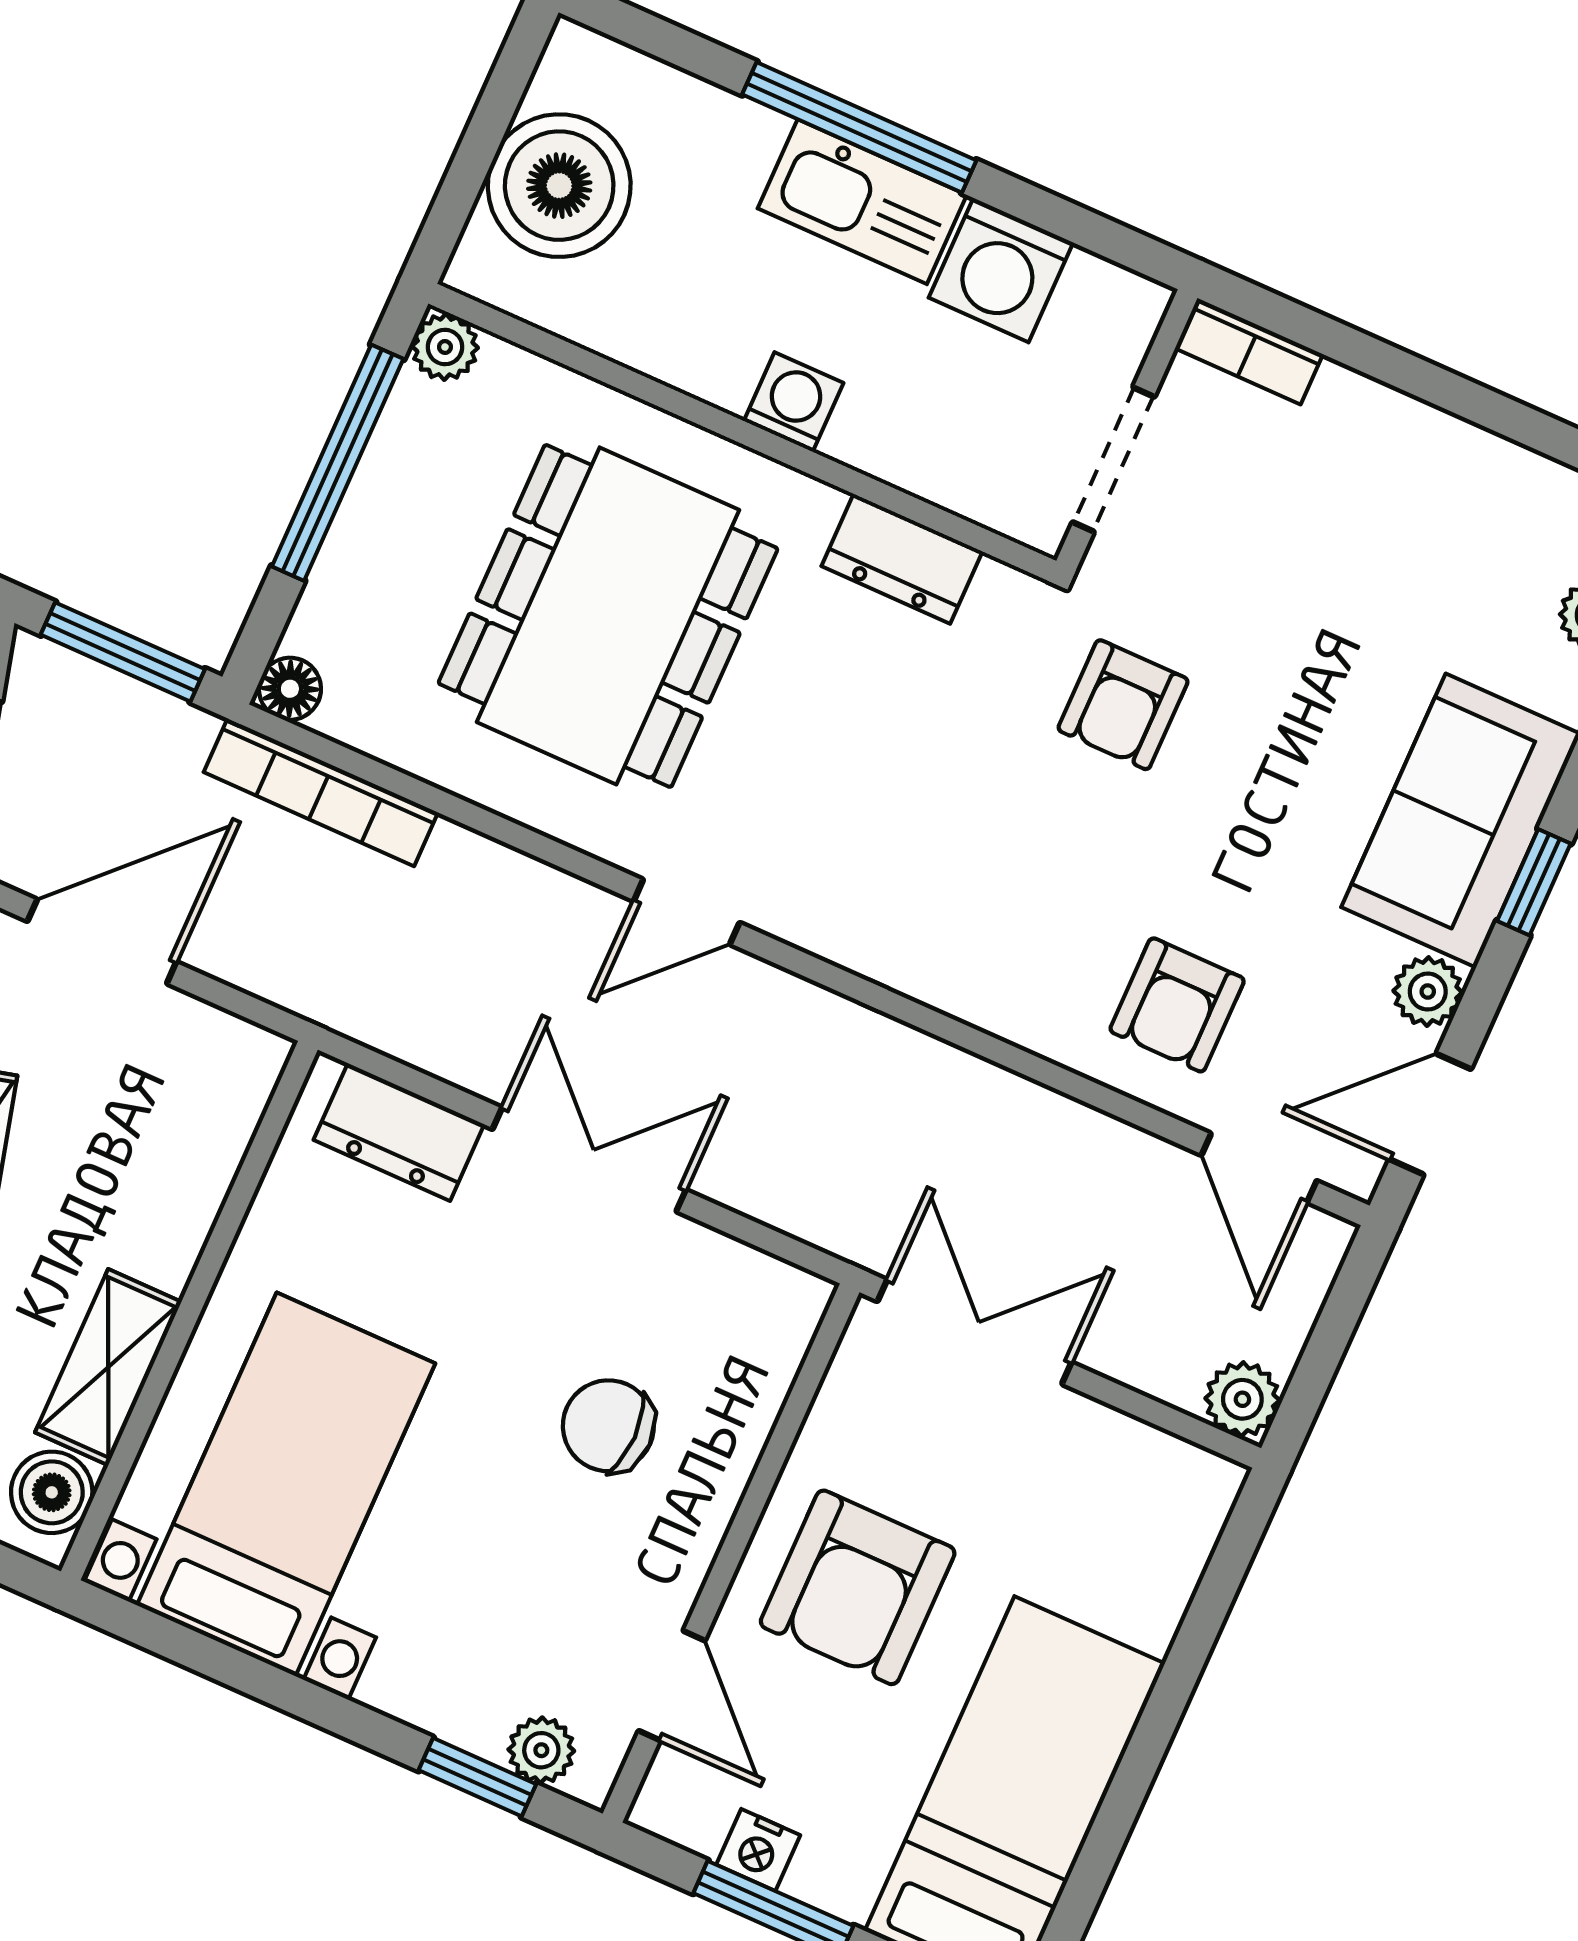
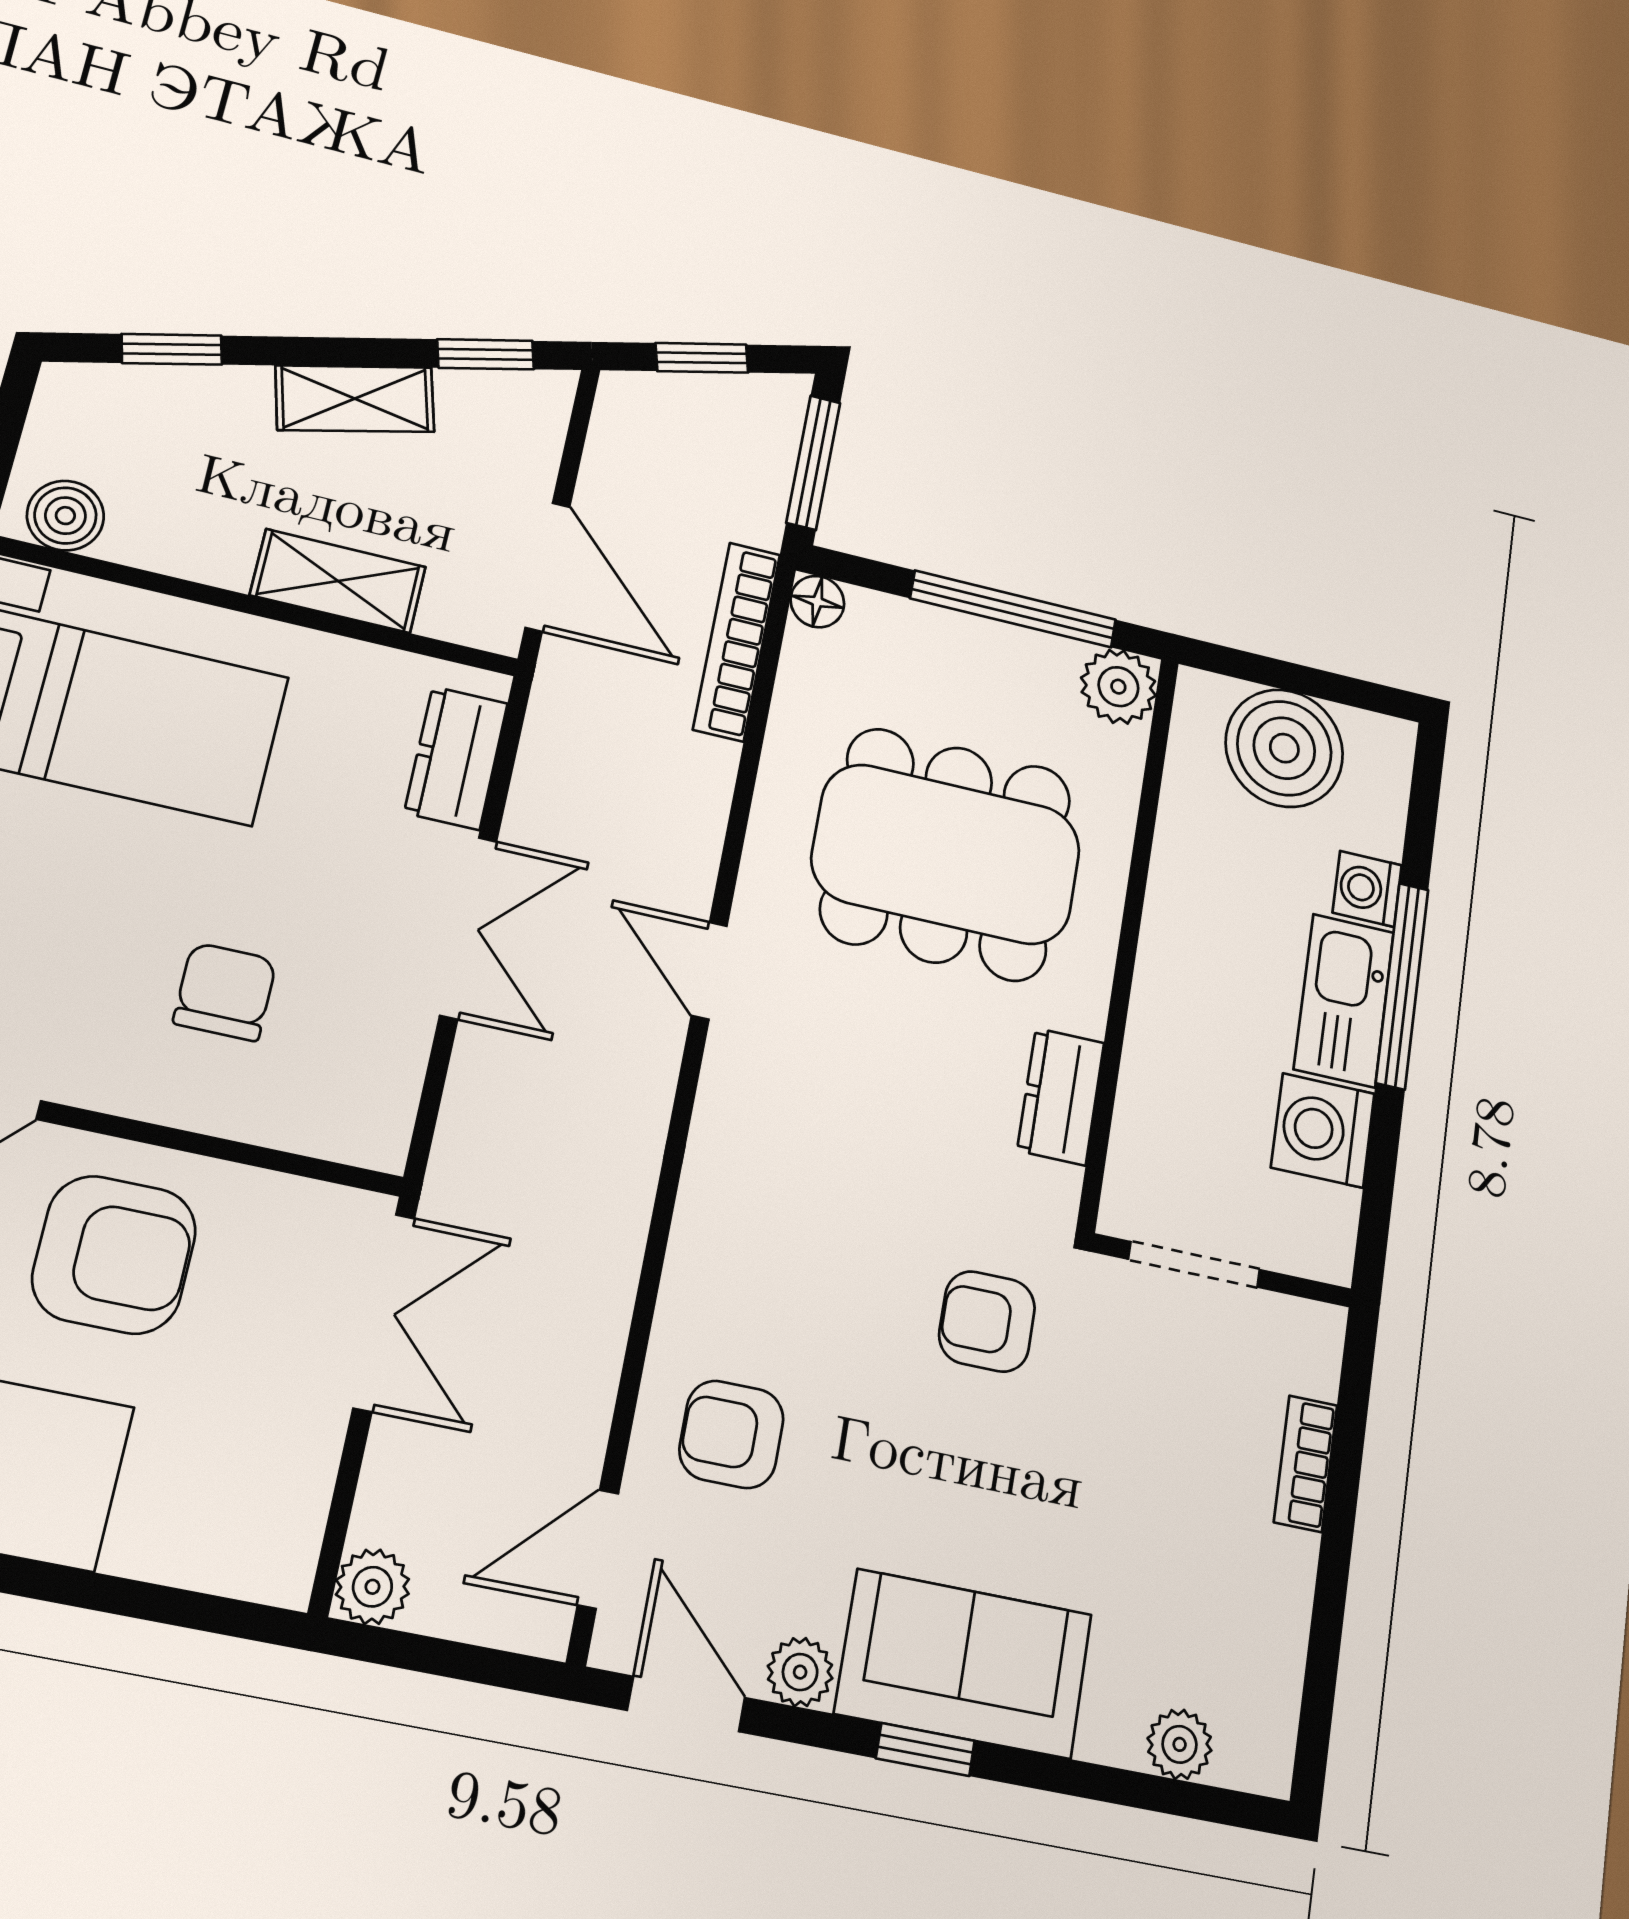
plant: (445, 347) -> (1118, 687), width x1.38, depth x1.38
bookcase: (1249, 351) -> (1306, 1464), moved
washing machine: (794, 402) -> (1367, 889), moved, turned 180
door: (102, 942) -> (547, 567), moved
shelving: (108, 1367) -> (338, 581), moved
armchair: (858, 1587) -> (114, 1255), turned 180

